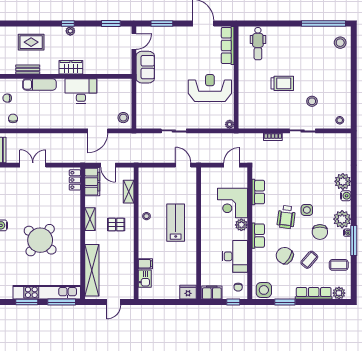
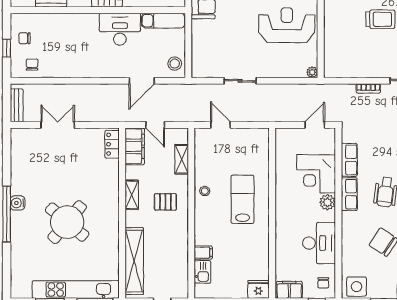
exam couch: (39, 84) -> (163, 21), moved
door: (183, 165) -> (220, 125), moved
row of seats: (258, 236) -> (349, 194), moved

